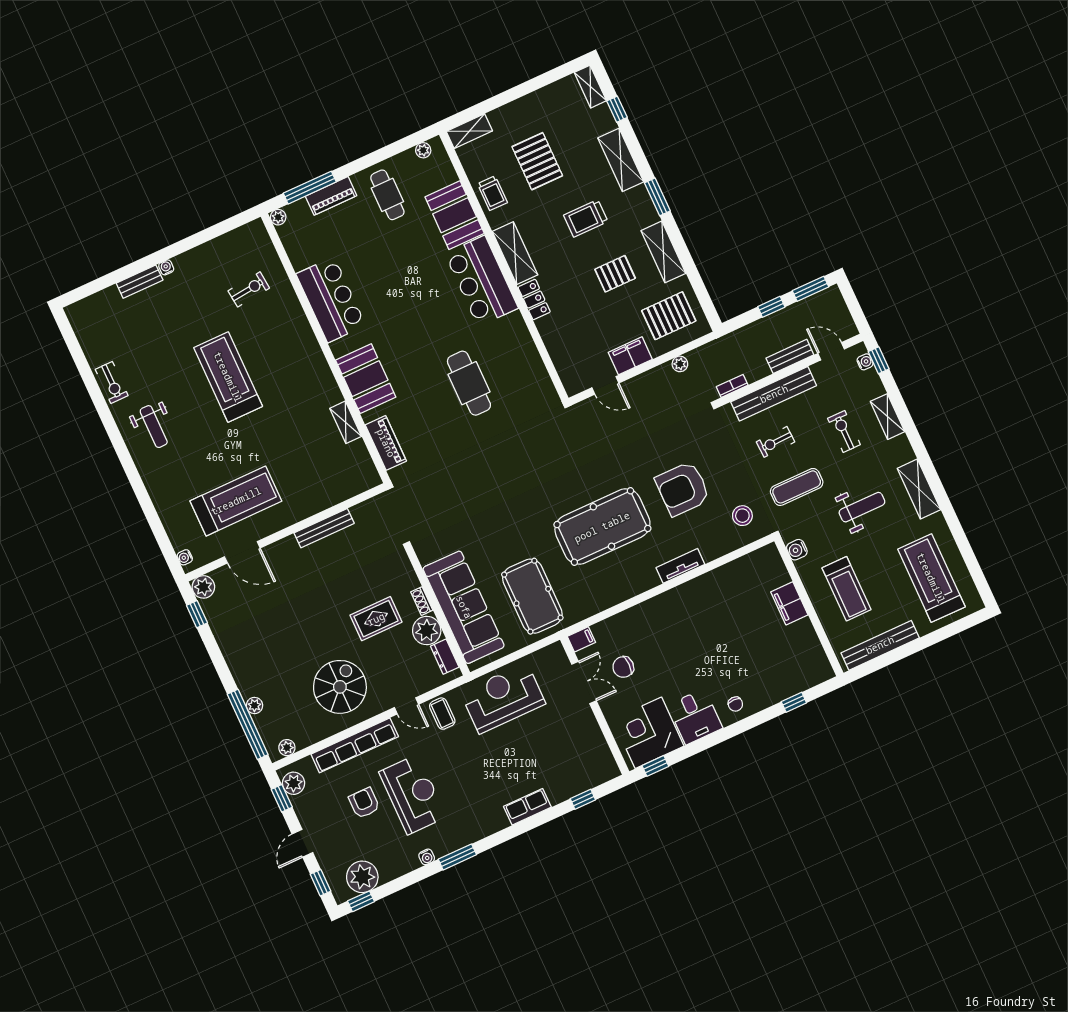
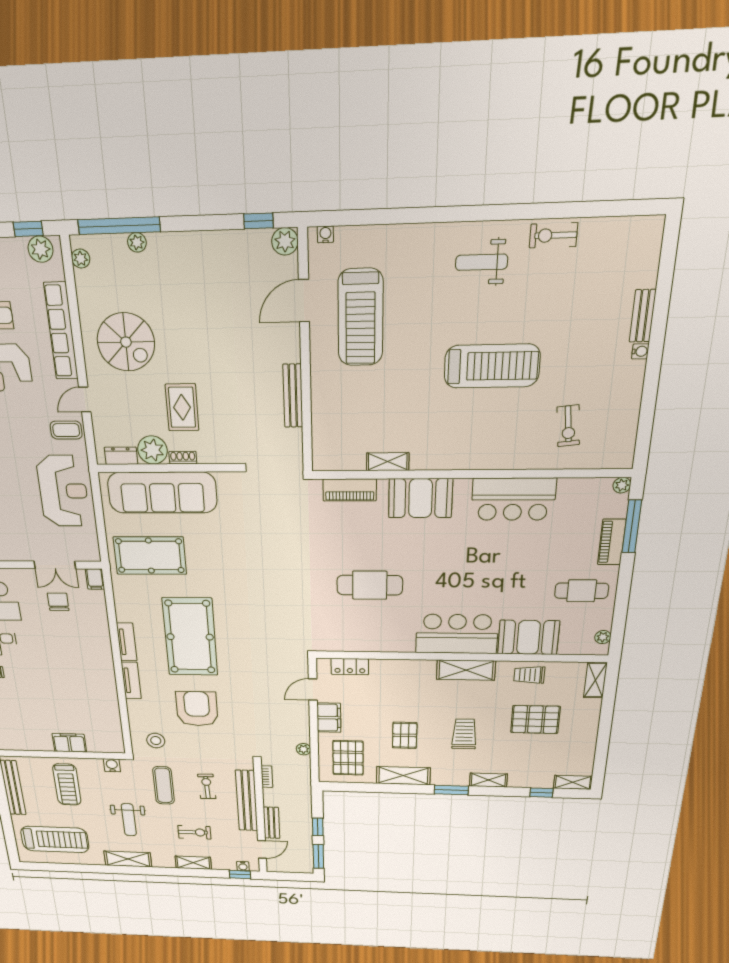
shelving: (621, 160) -> (488, 780), width x0.67, depth x0.75
locker: (534, 300) -> (350, 667), moved
tv unit: (637, 586) -> (127, 642), added
treadmill: (847, 589) -> (67, 784), turned -90

